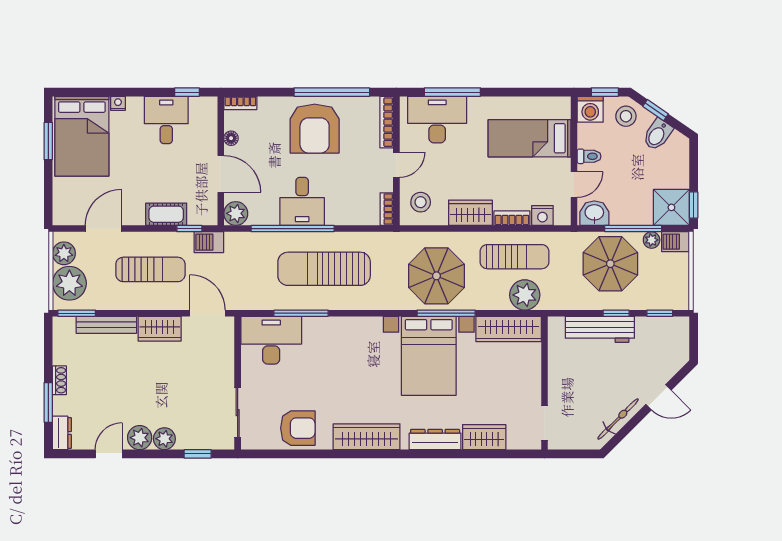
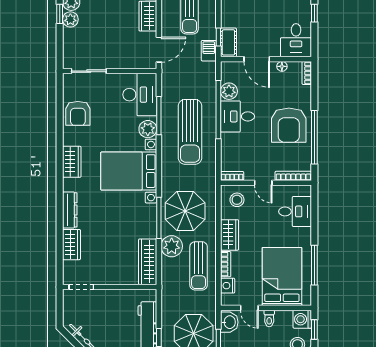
window: (187, 92) -> (314, 13), moved
window: (452, 92) -> (314, 265), moved
desk: (166, 120) -> (296, 40), moved, turned 90
desk: (437, 120) -> (295, 211), width x0.73
armchair: (315, 129) -> (289, 125), turned -90
bed: (530, 138) -> (282, 277), width x1.50
door: (221, 174) -> (257, 59), hinge flipped
plant: (236, 213) -> (229, 91), moved
cot: (166, 214) -> (228, 42), moved
sun lounger: (324, 269) -> (190, 132), turned 180
plant: (525, 295) -> (172, 246), moved
plant: (320, 329) -> (148, 129), added
bed with nightstands: (429, 356) -> (129, 171), moved
wardrobe: (367, 437) -> (72, 162), width x0.67
window: (198, 454) -> (60, 14), moved

